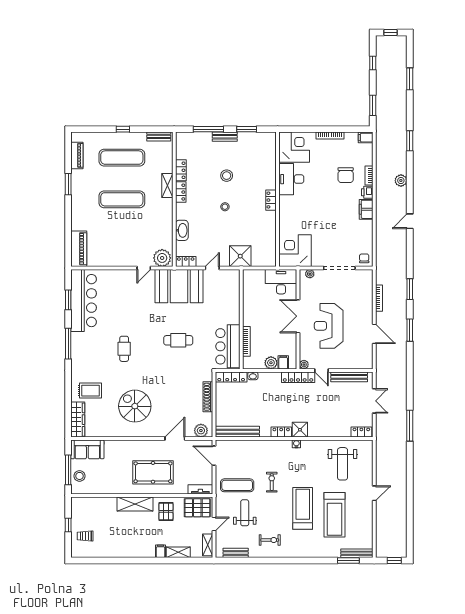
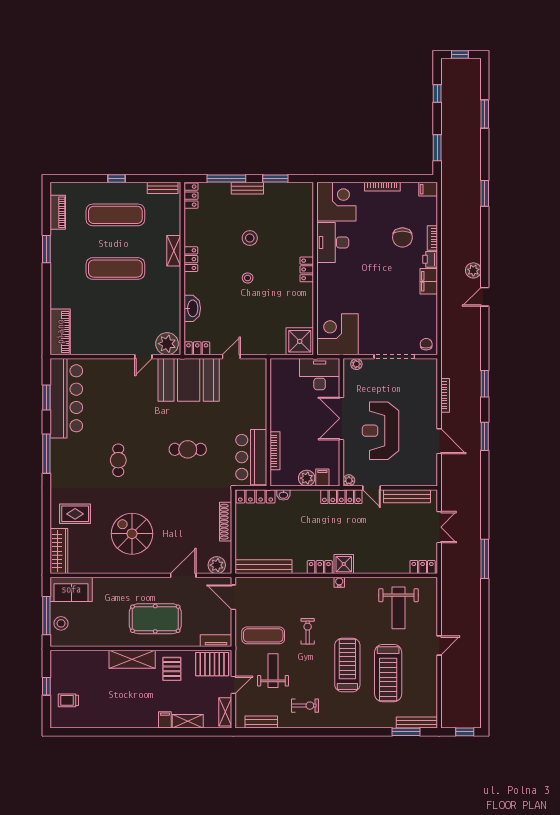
locker: (181, 170) -> (191, 196), moved
plant: (401, 181) -> (473, 270), moved
shower: (240, 256) -> (300, 341), moved

